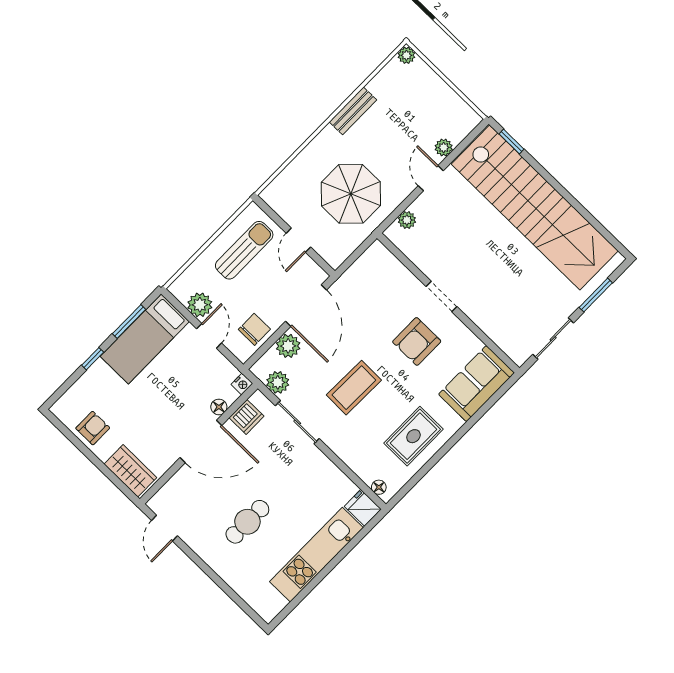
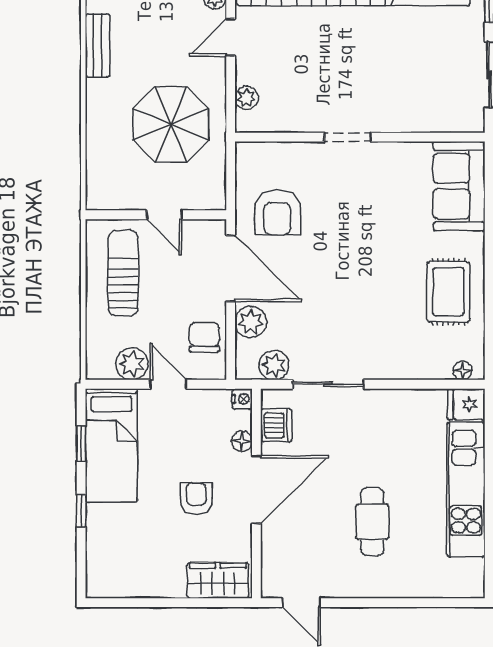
door: (431, 178) -> (231, 37), hinge flipped
window: (129, 322) -> (81, 444), width x0.67
armchair: (417, 341) -> (277, 212), moved
coffee table: (354, 388) -> (349, 301), removed
armchair: (93, 428) -> (196, 499), moved

